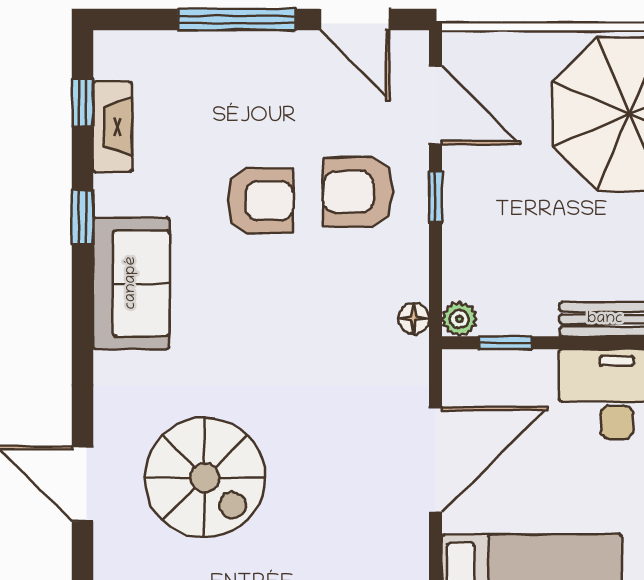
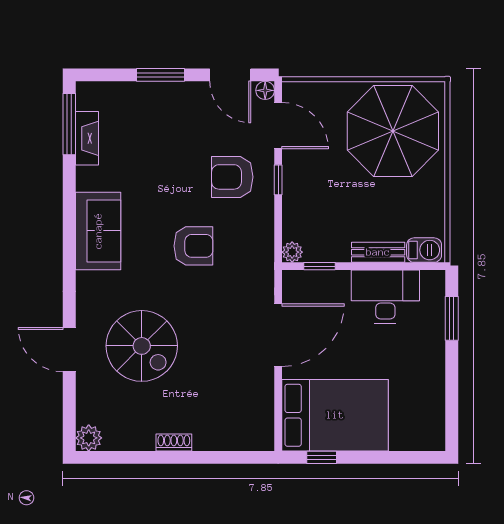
window: (237, 19) -> (160, 75), width x0.69
window: (82, 103) -> (69, 124), width x2.17
armchair: (260, 201) -> (193, 246), moved
window: (82, 217) -> (69, 192), removed
floor lamp: (414, 318) -> (265, 90), moved

